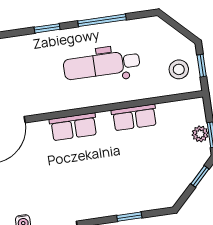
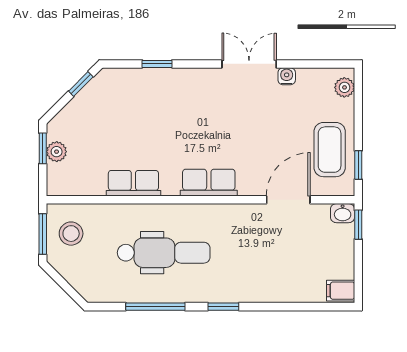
window: (202, 66) -> (43, 234), width x1.50
window: (200, 176) -> (81, 84), moved

